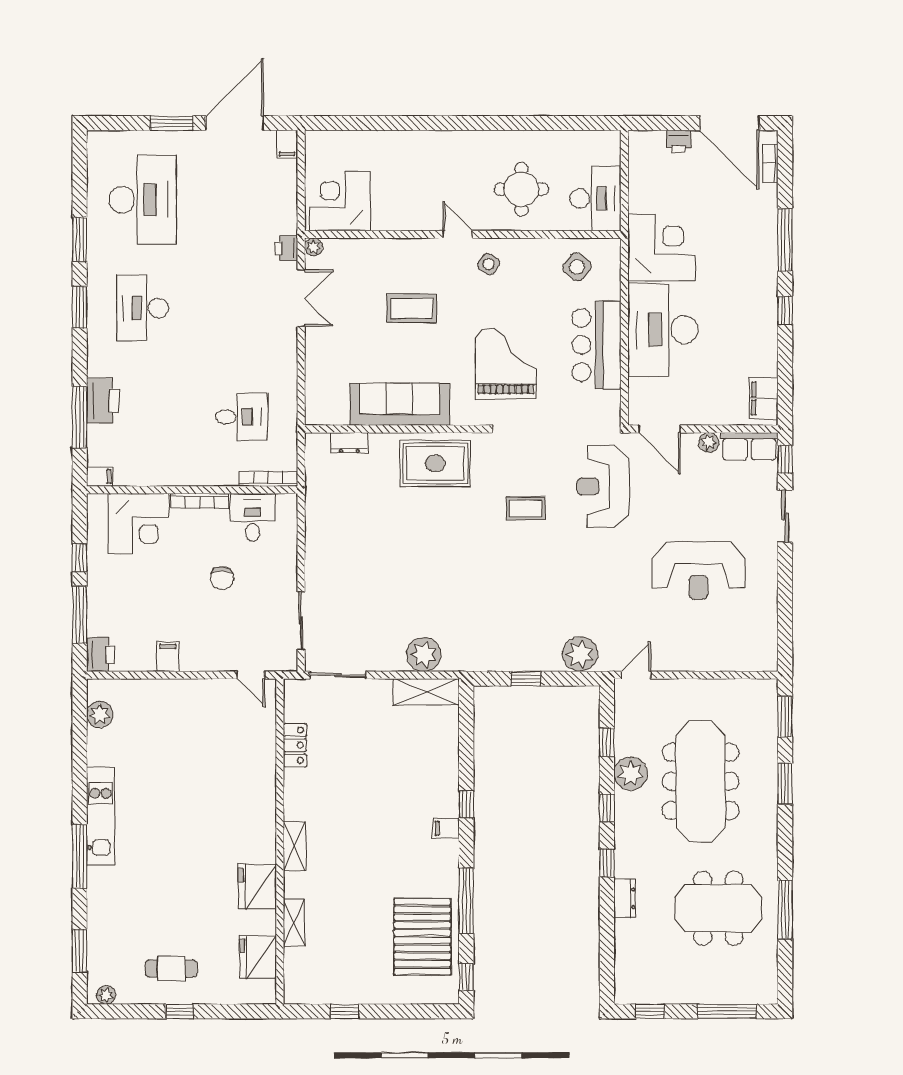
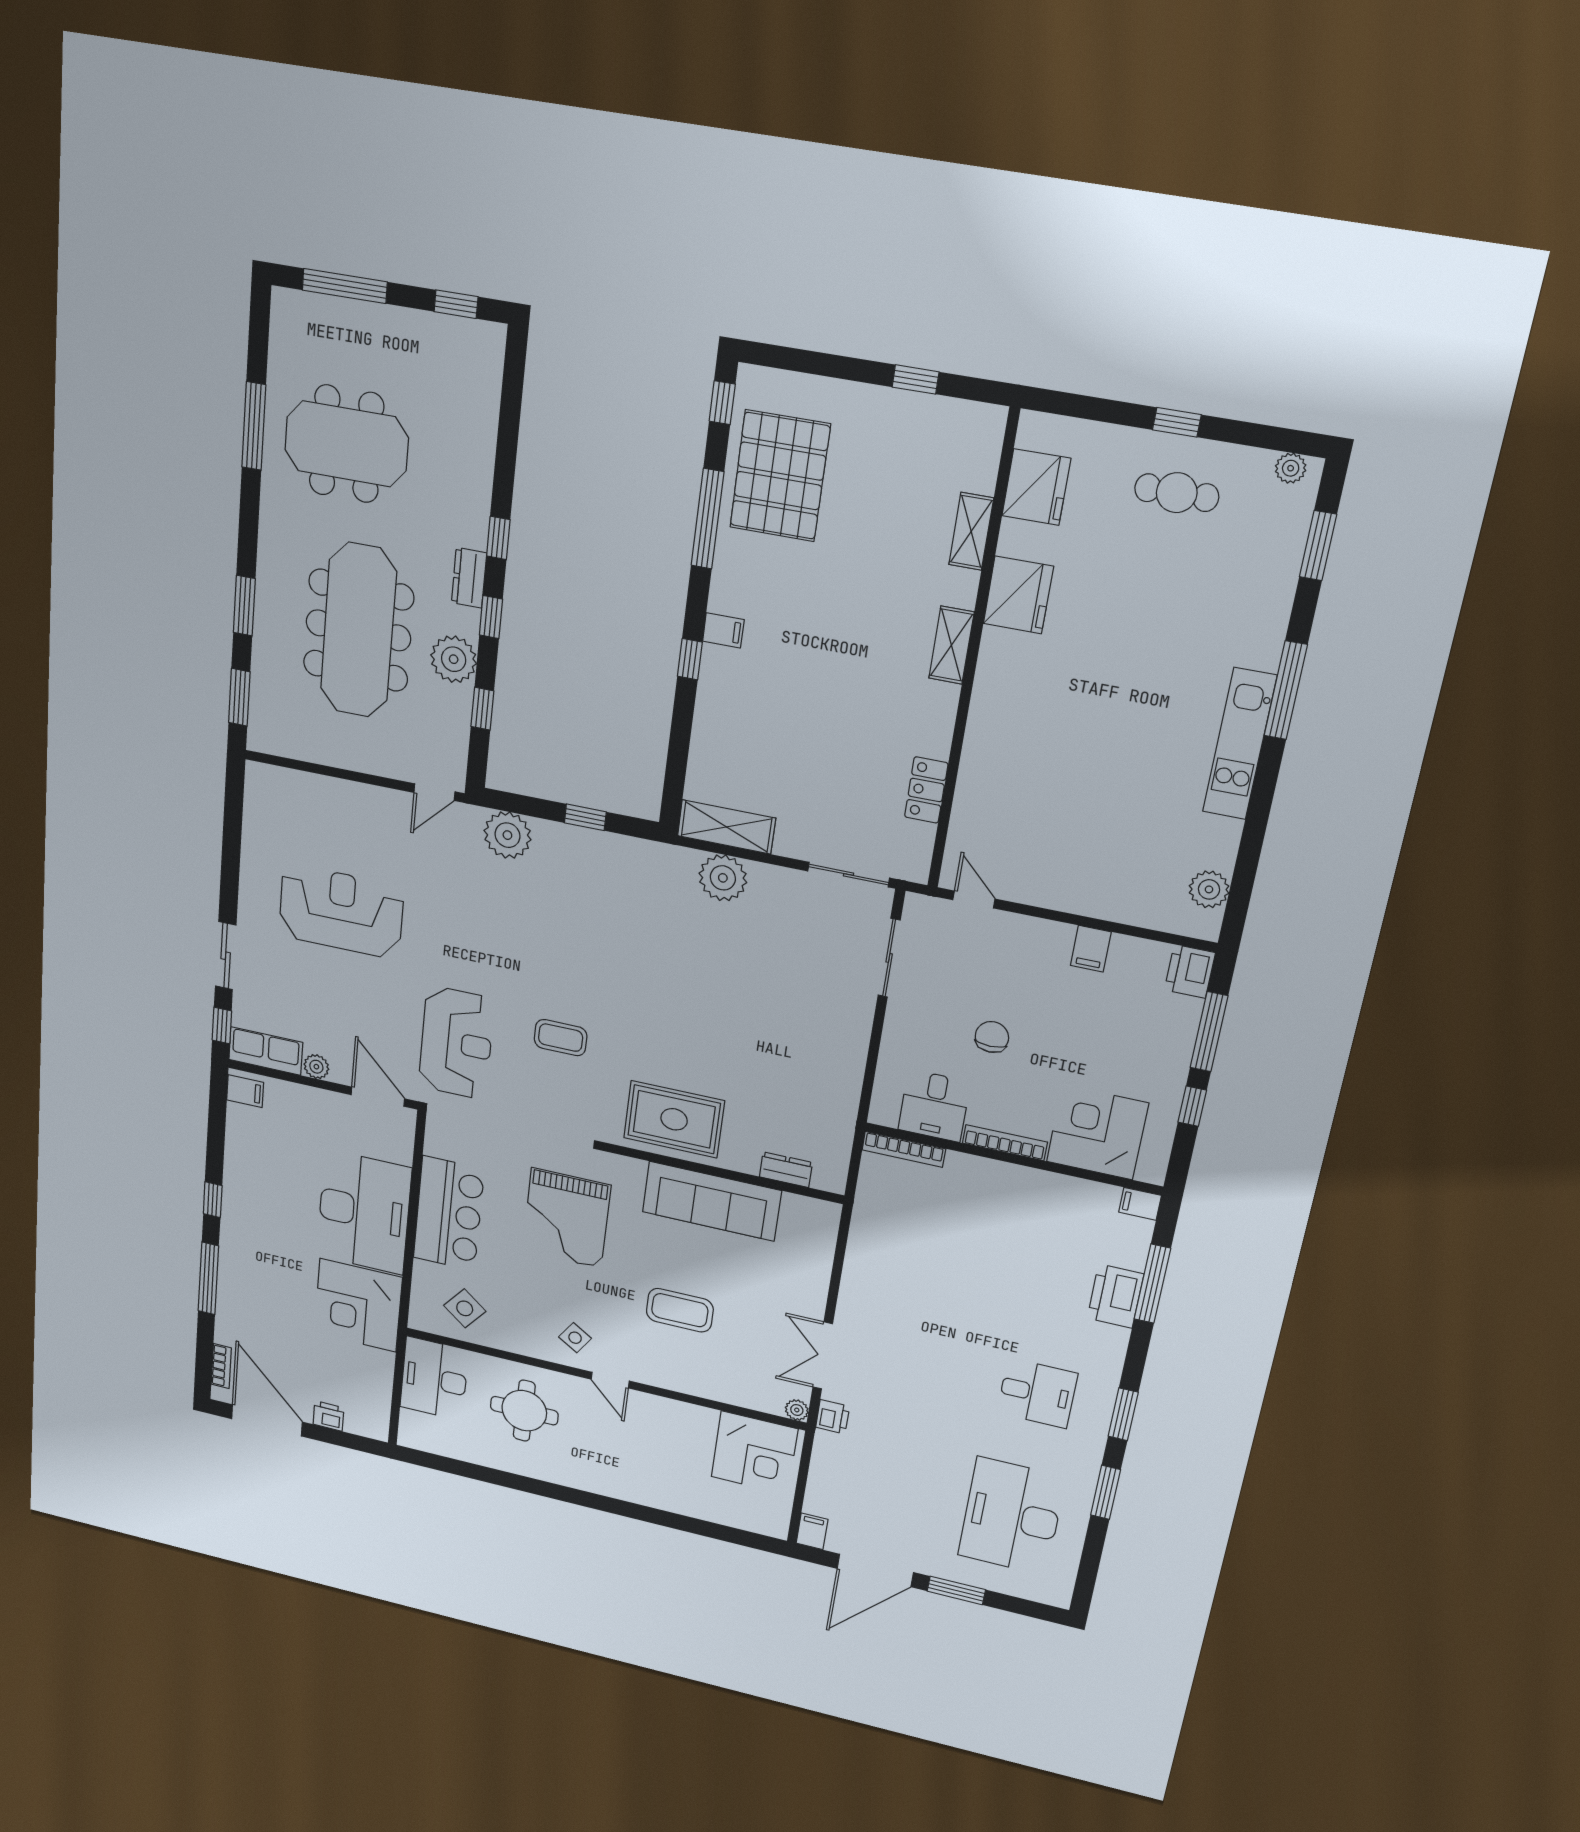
desk: (143, 308) -> (1037, 1393), width x0.73
filing cabinet: (764, 398) -> (245, 1091), width x0.50
desk: (242, 417) -> (927, 1234), removed
dresser: (625, 898) -> (469, 578), moved

